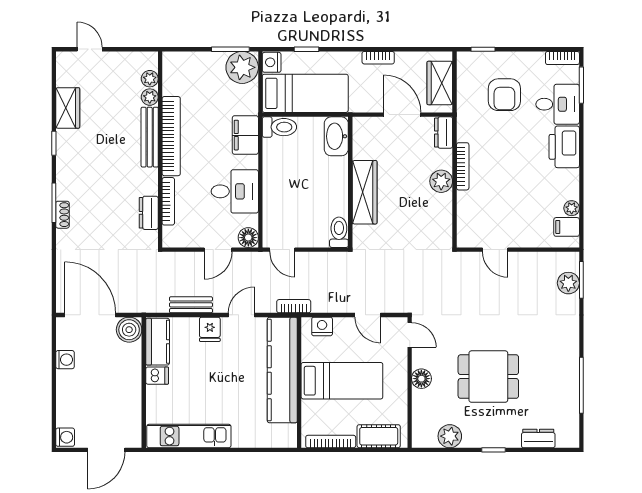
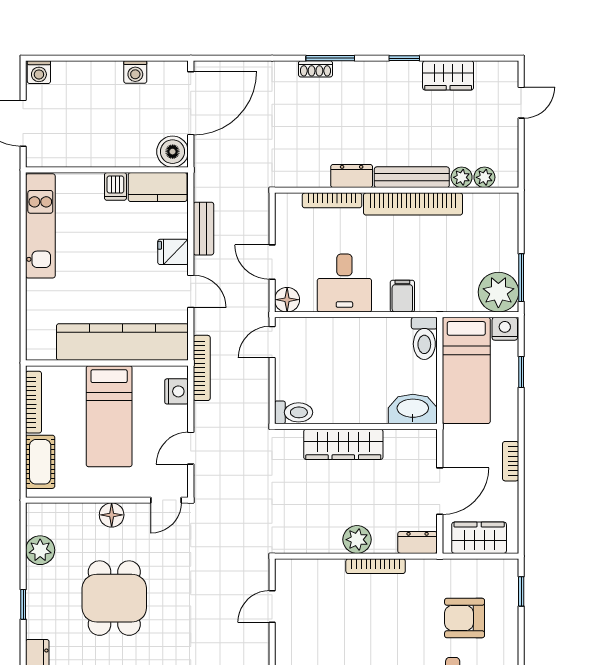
filing cabinet: (245, 135) -> (402, 296), width x0.50
dresser: (149, 213) -> (352, 176), moved
bookcase: (294, 306) -> (202, 368), width x1.56

